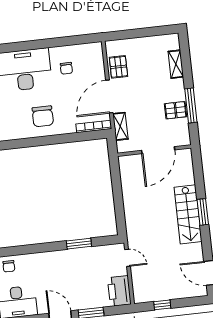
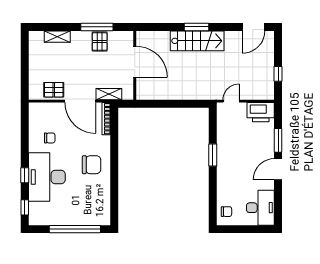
window: (23, 46) -> (25, 175), added
window: (79, 244) -> (213, 155), moved

